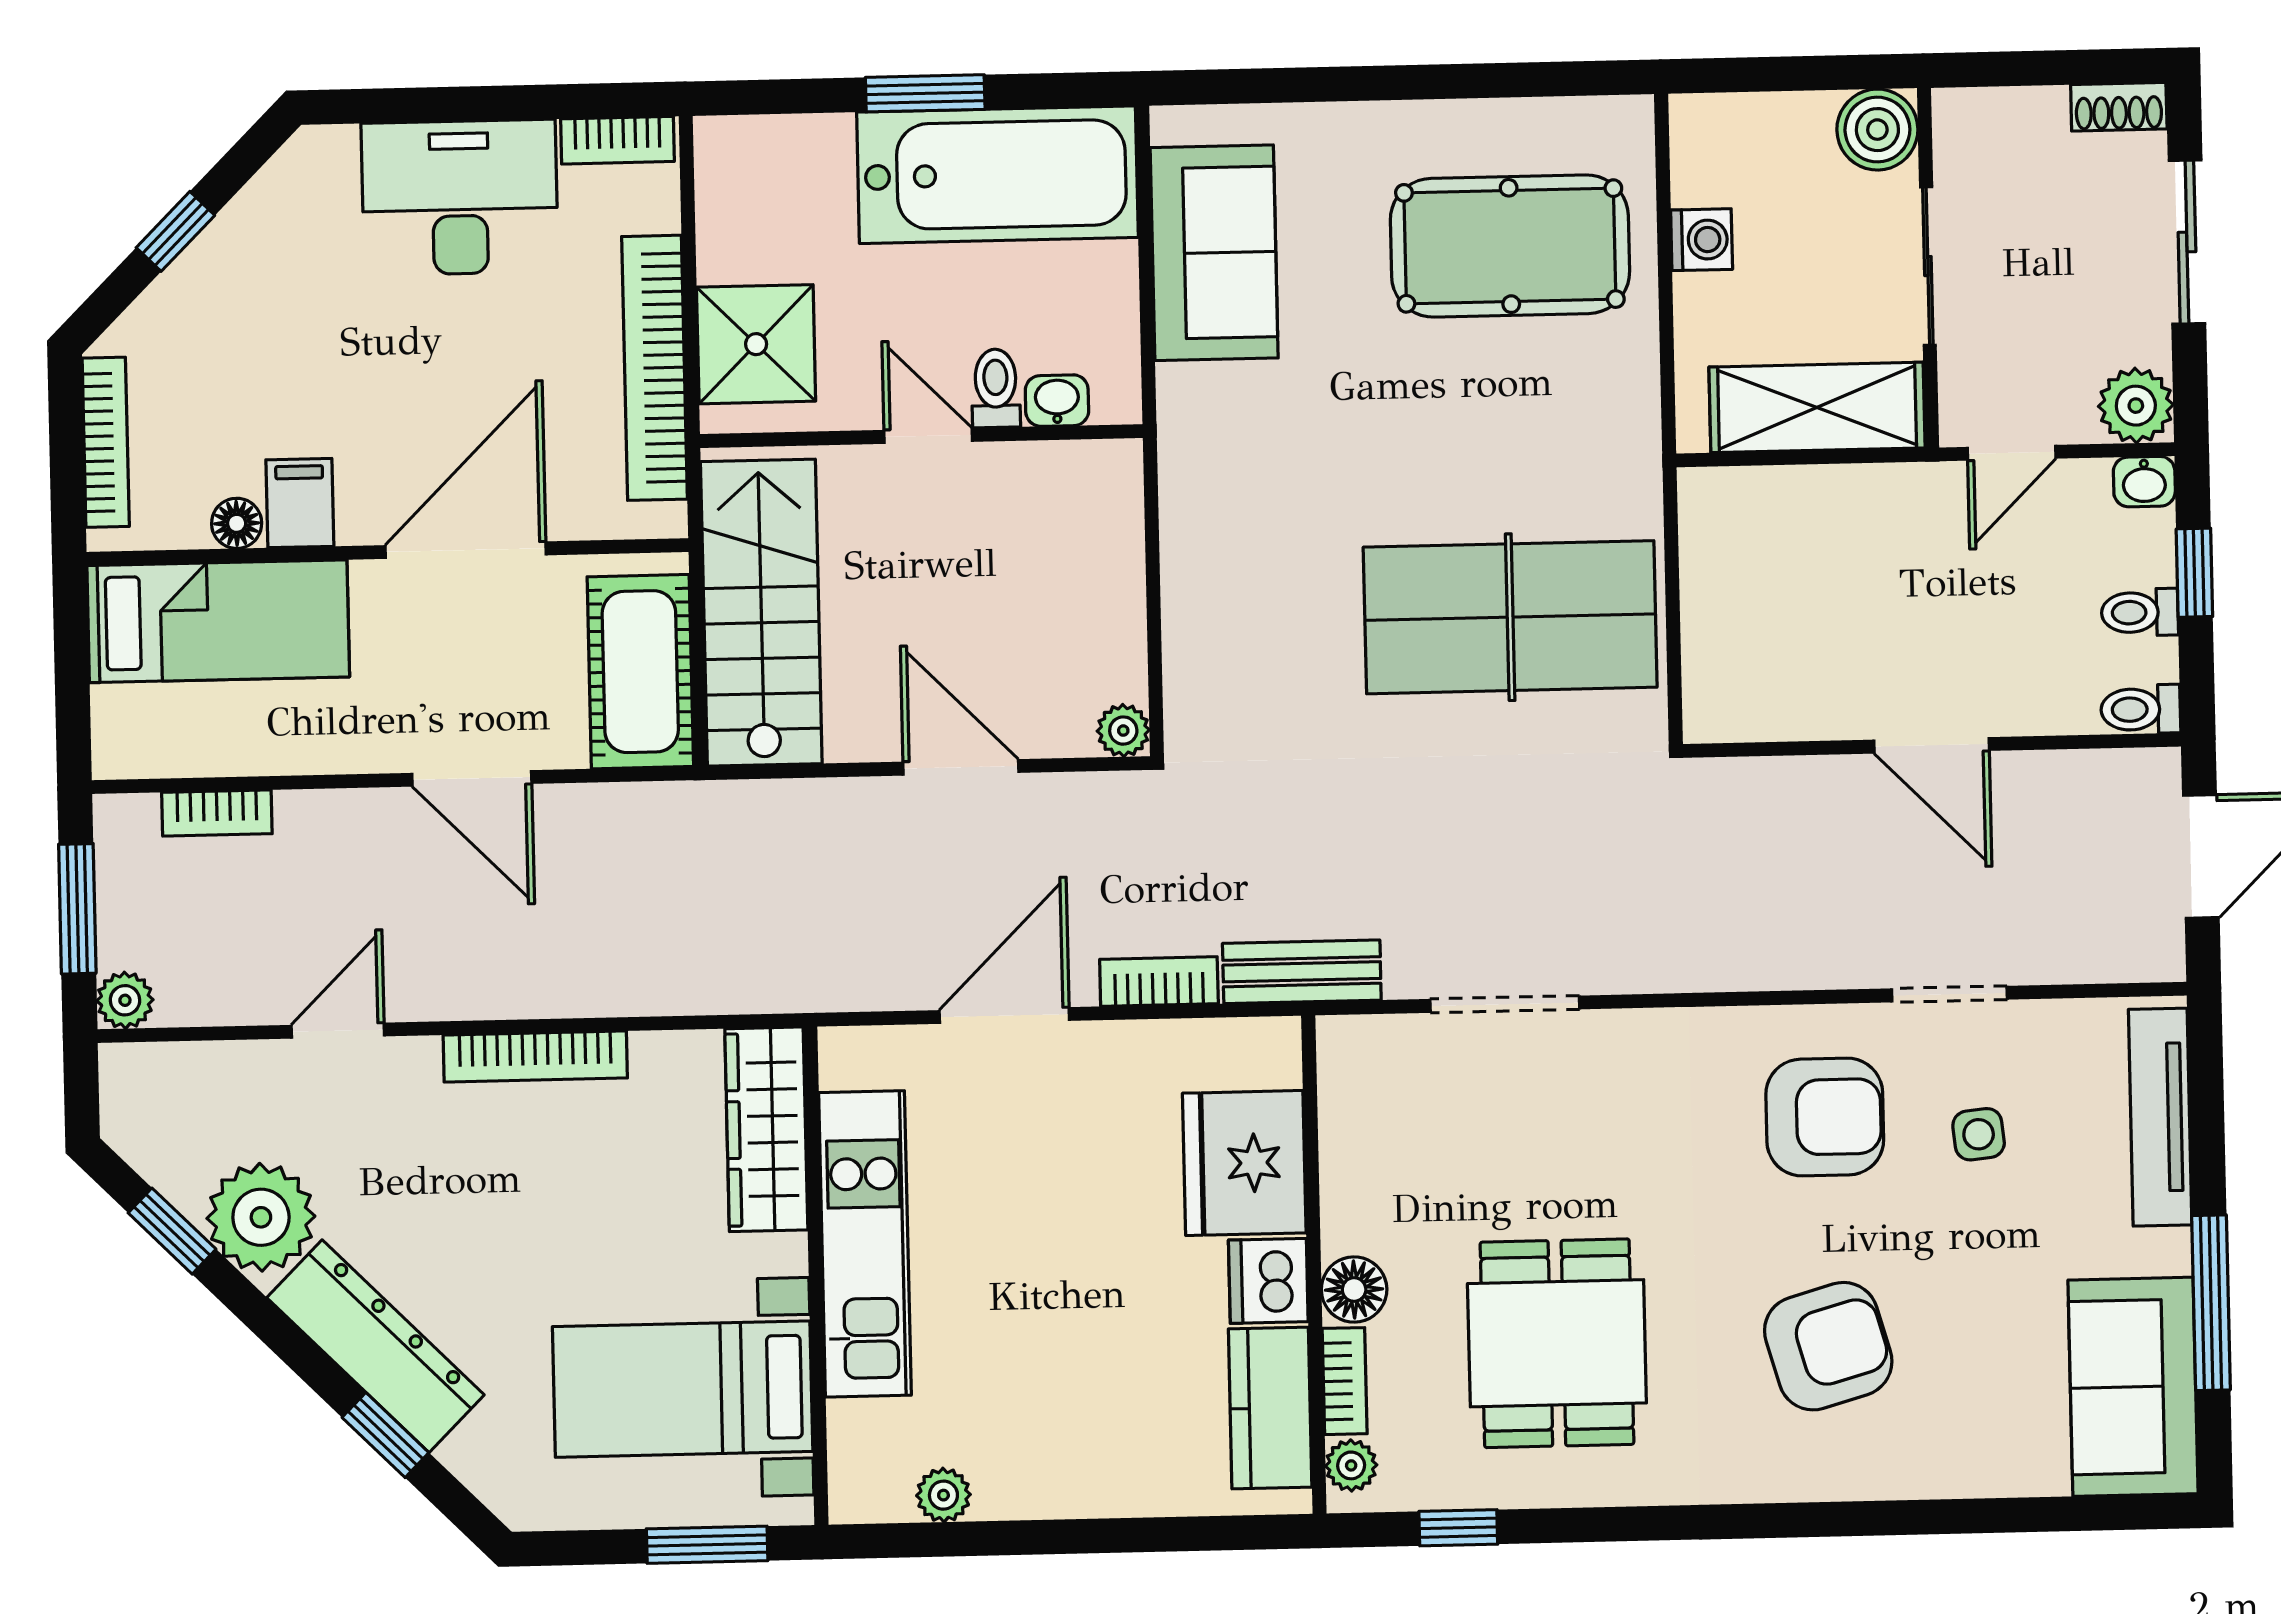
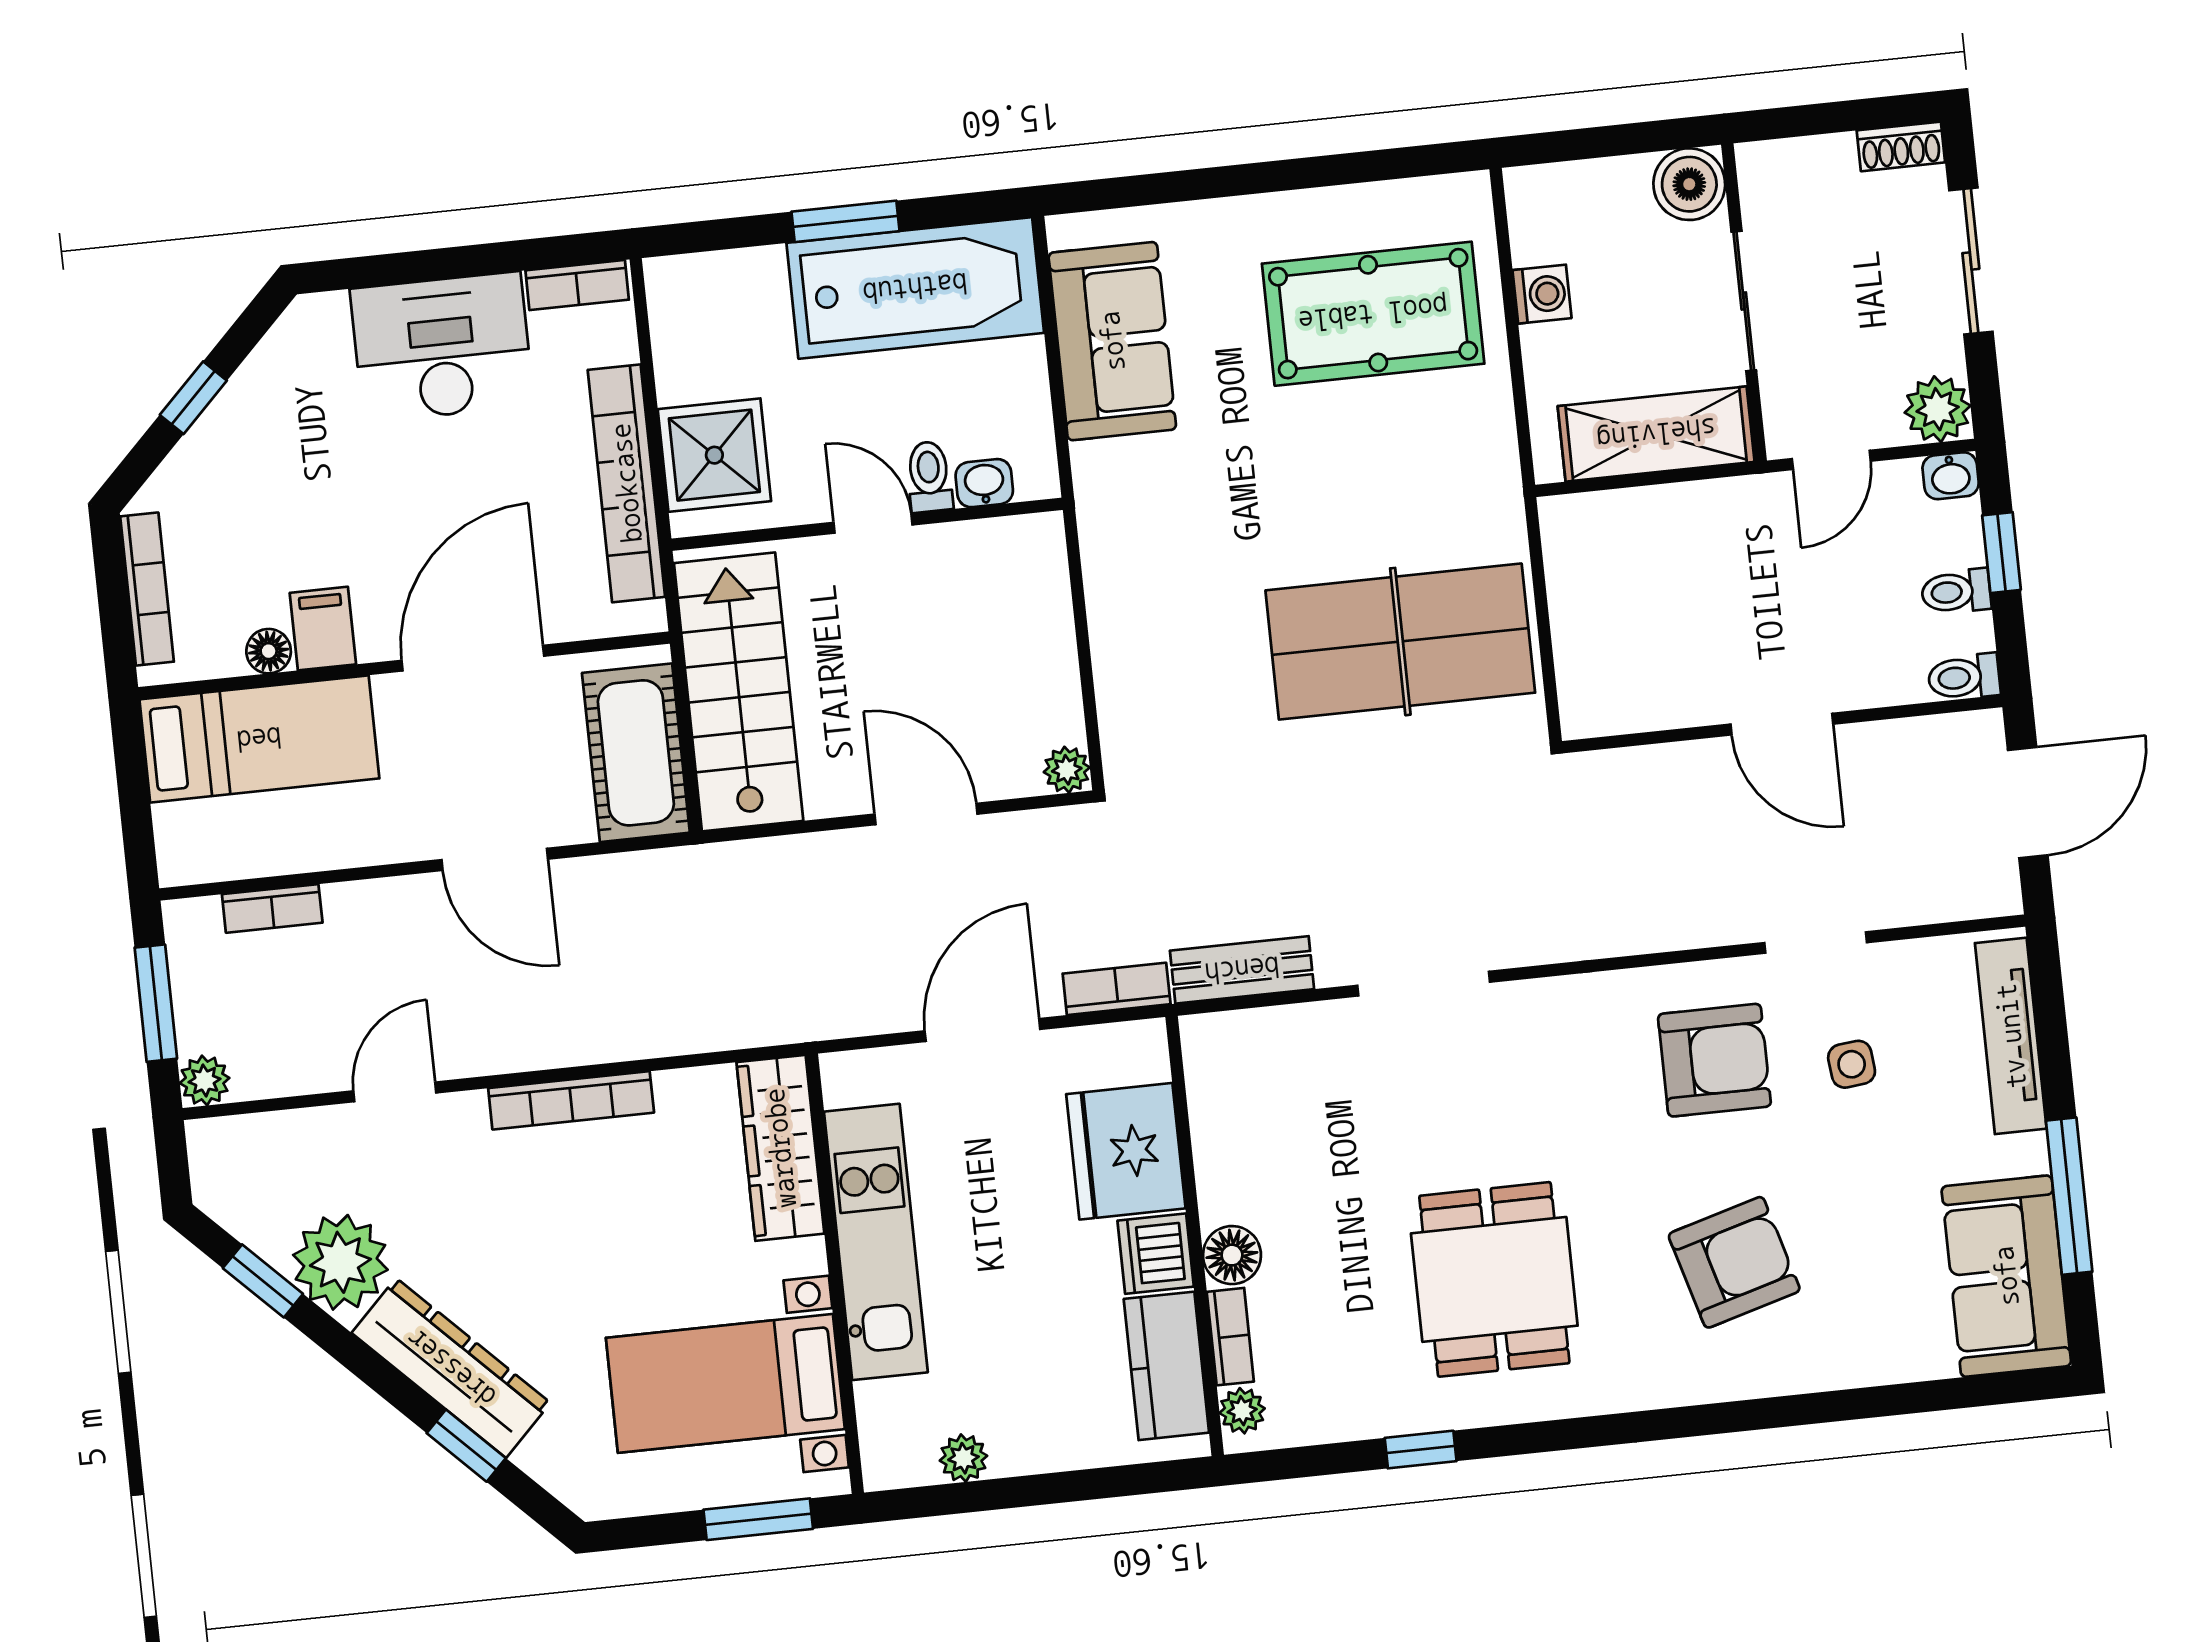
fridge: (1244, 1163) -> (1126, 1151), moved
wall: (1314, 1265) -> (1195, 1236), moved
dishwasher: (1268, 1281) -> (1156, 1254), moved
floor lamp: (1354, 1289) -> (1232, 1255), moved
bookcase: (1345, 1381) -> (1230, 1337), moved
kitchen counter: (1270, 1408) -> (1166, 1366), moved
plant: (1351, 1465) -> (1242, 1411), moved

